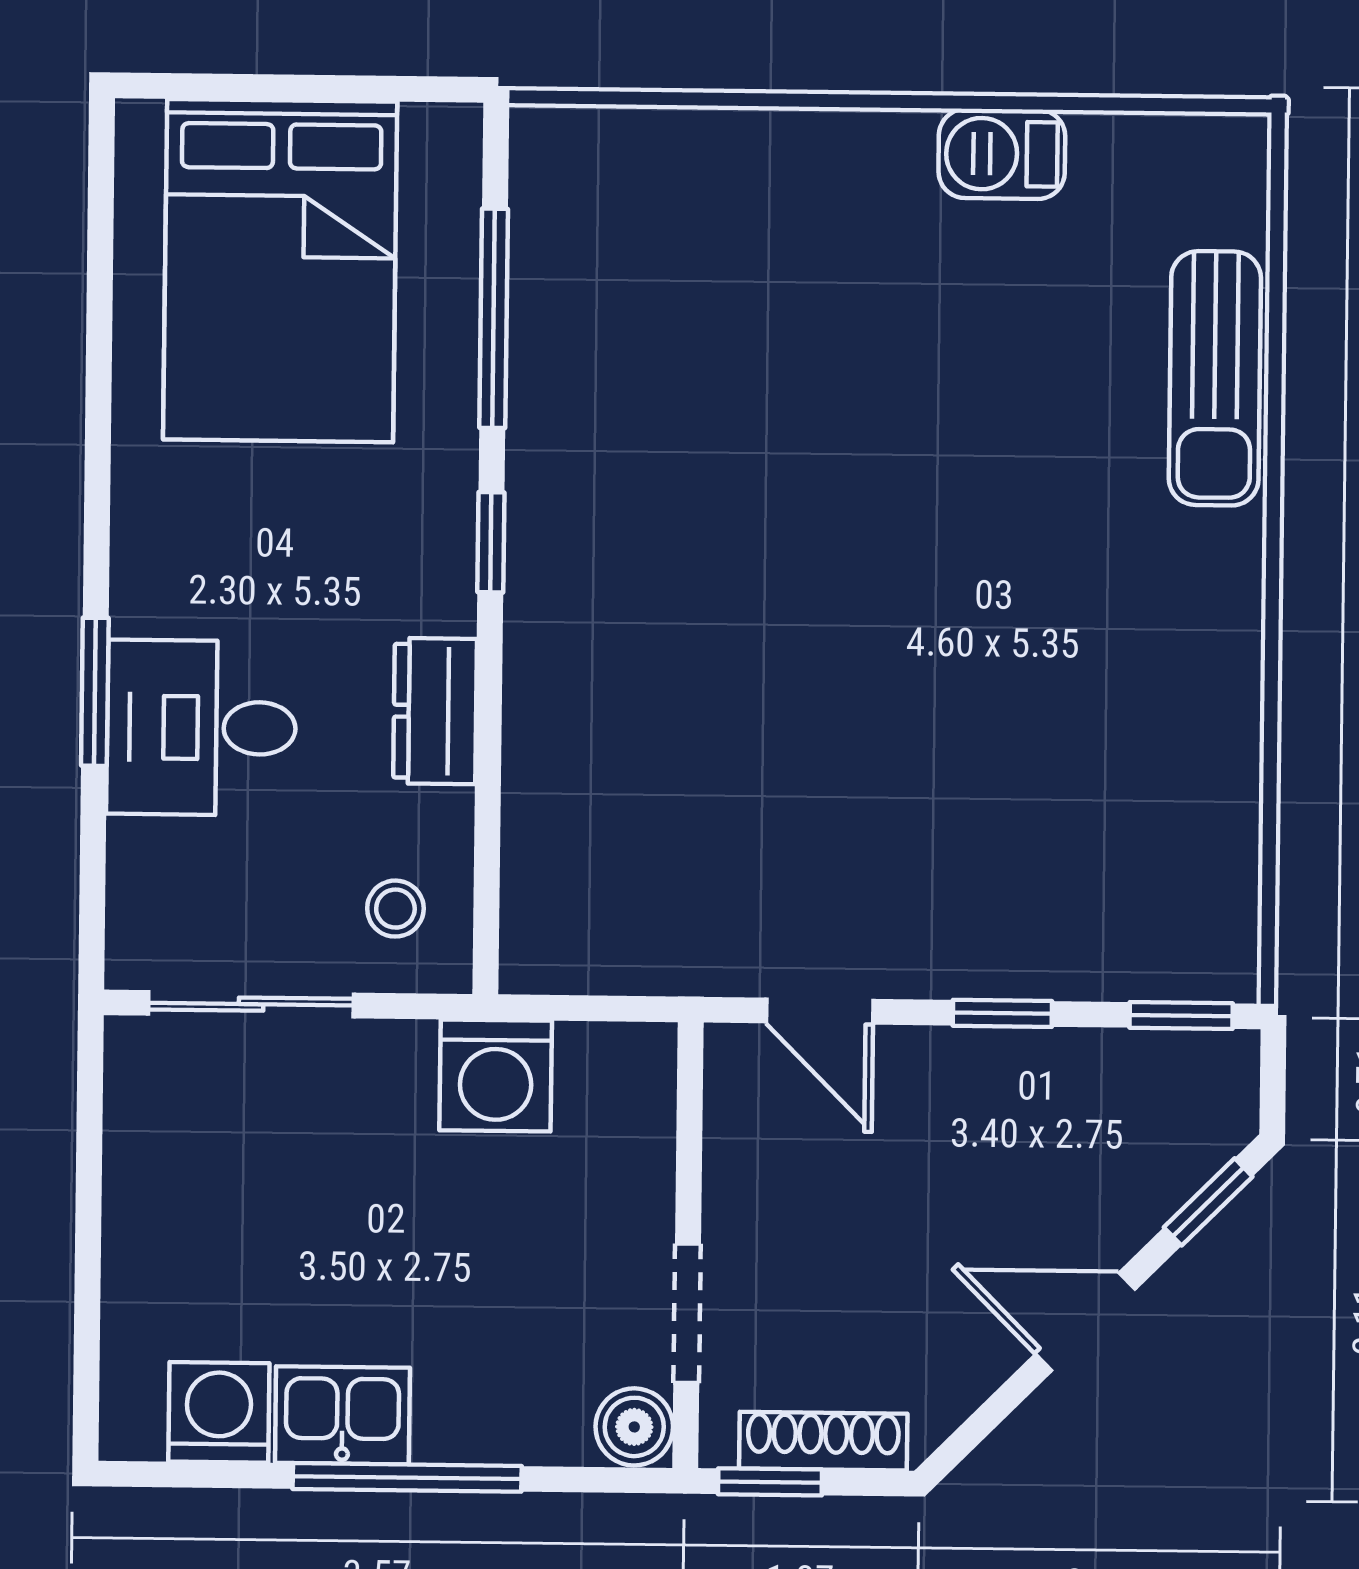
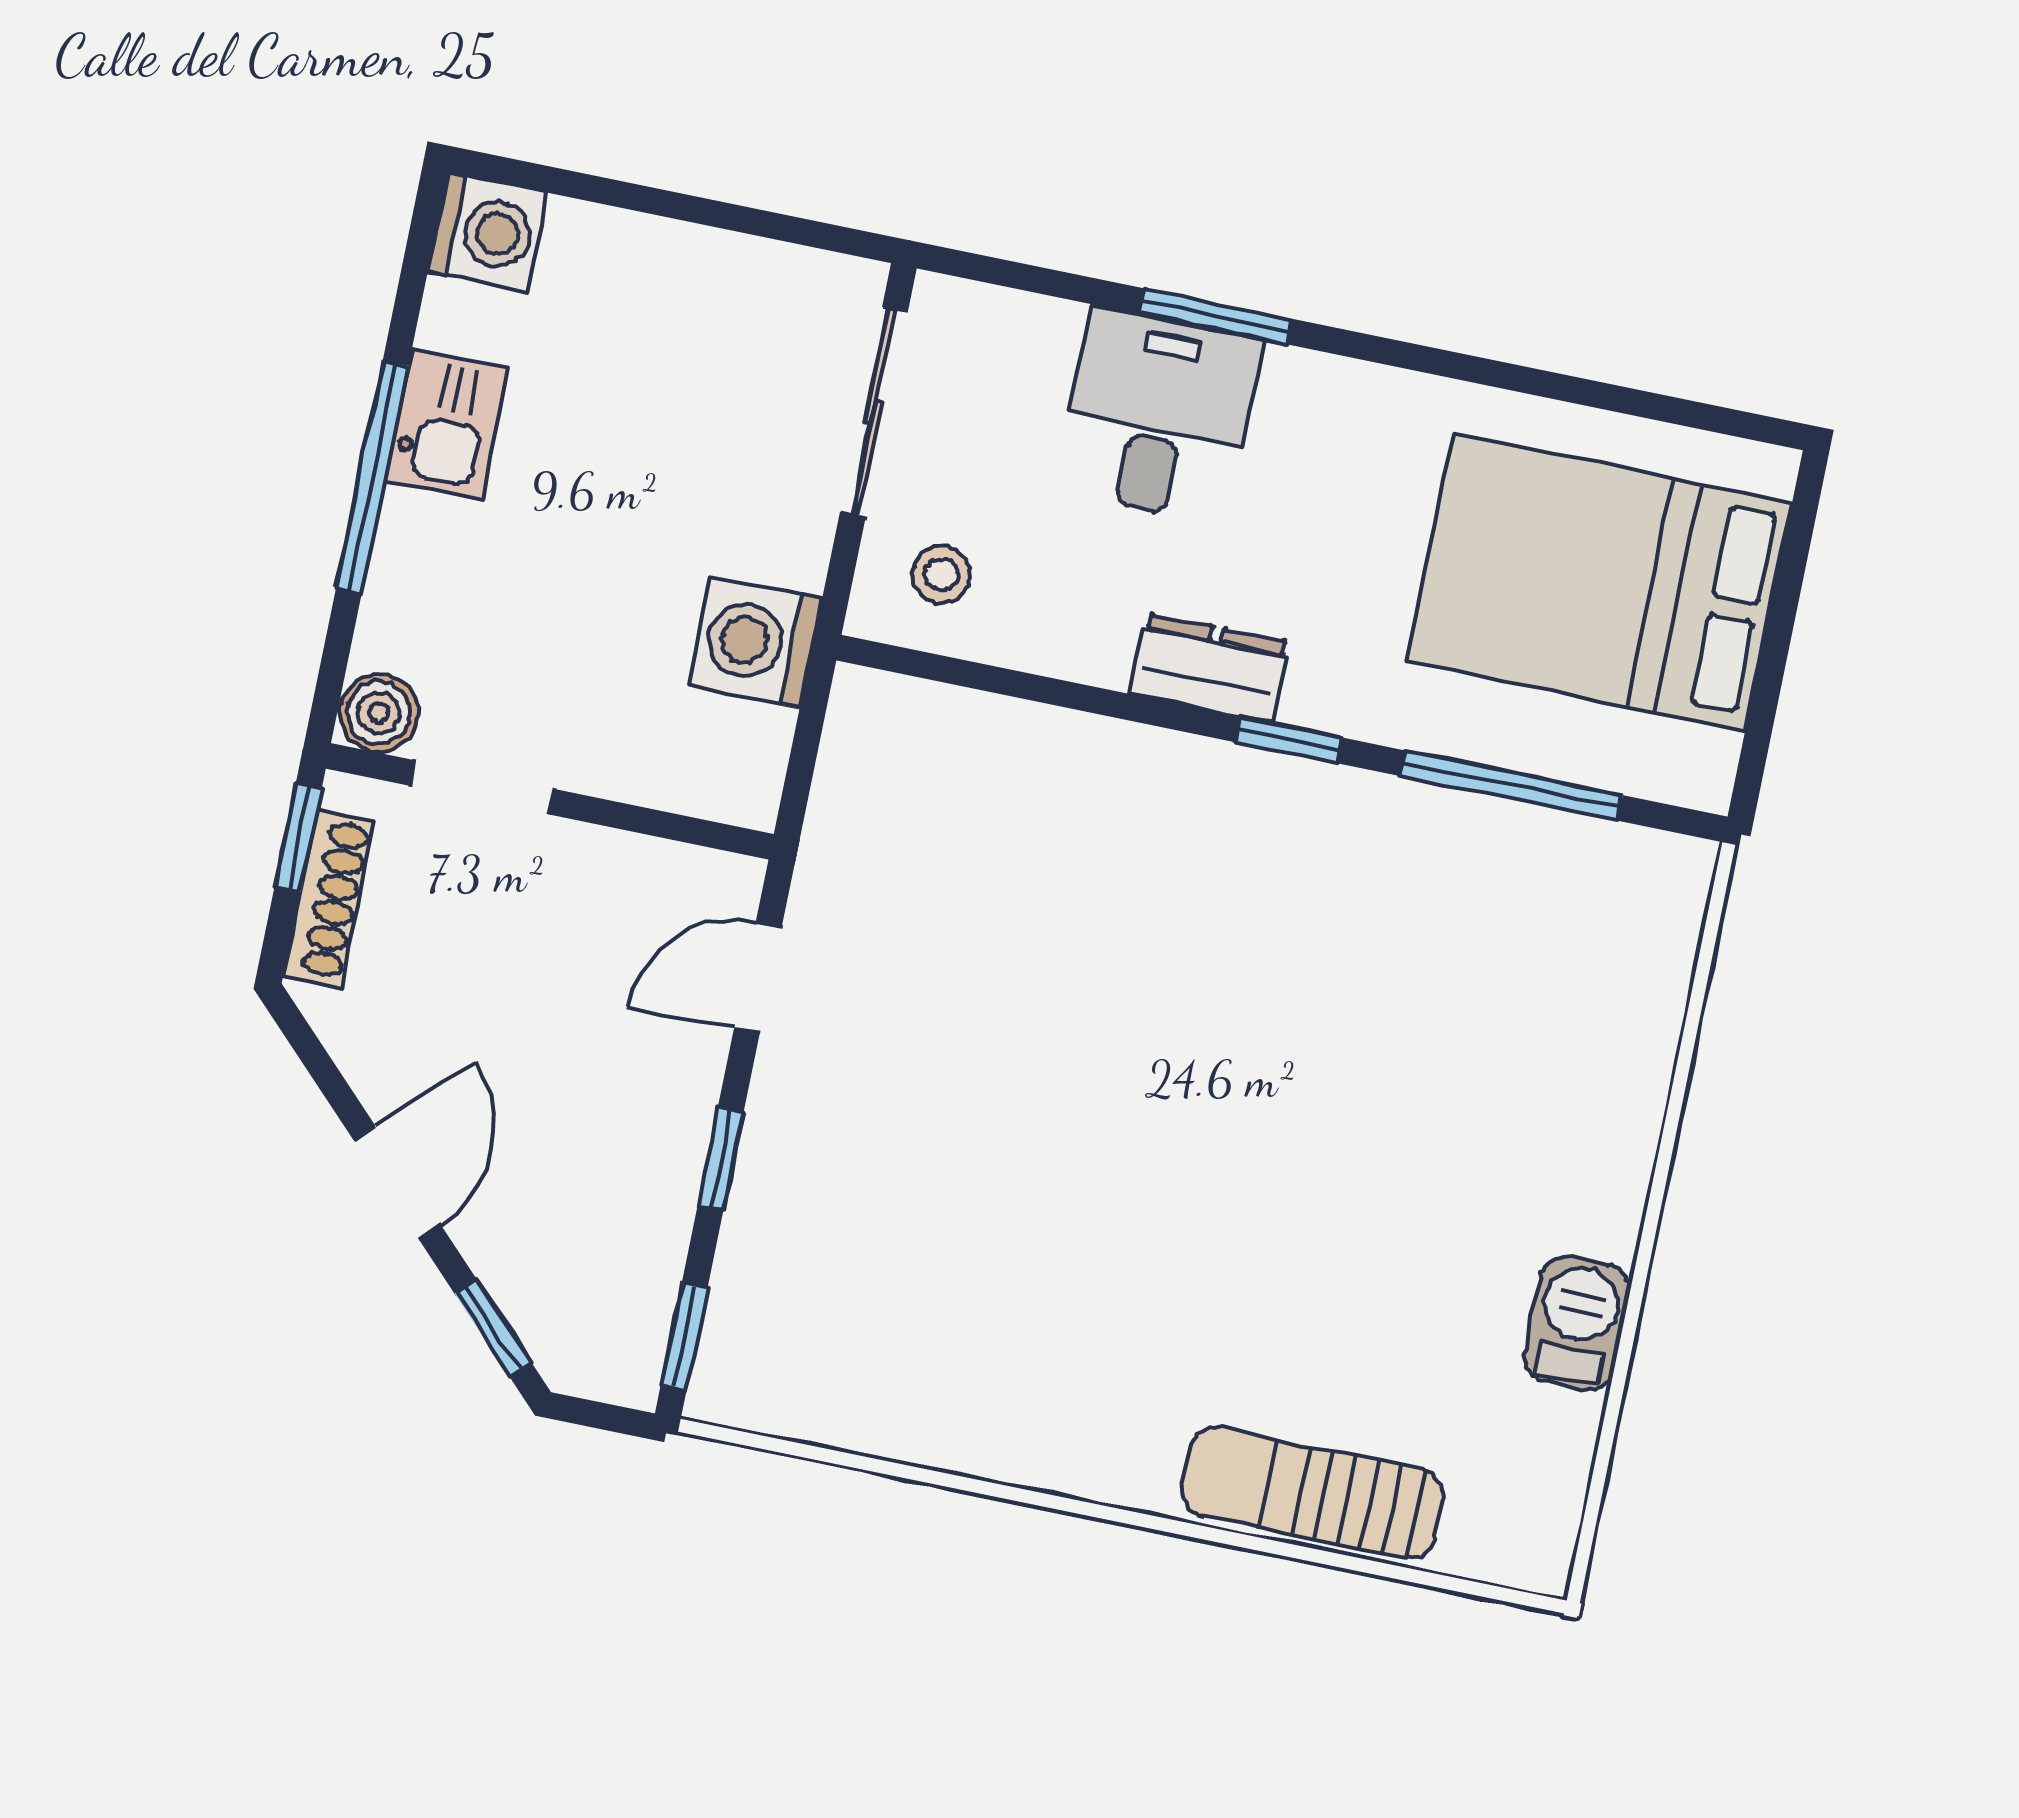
dresser: (435, 711) -> (1210, 668), moved
washing machine: (219, 1412) -> (487, 232), moved

